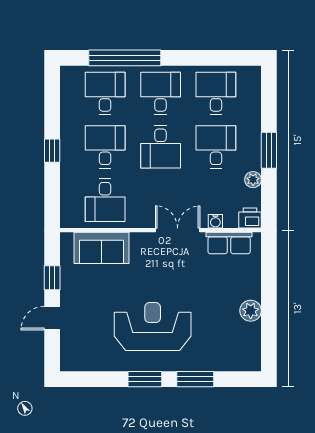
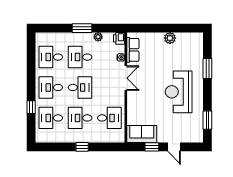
window: (125, 58) -> (31, 107), width x0.32
double door: (178, 230) -> (126, 78), swing flipped
sofa: (102, 248) -> (142, 134), moved, turned -90
window: (145, 379) -> (207, 120), moved

